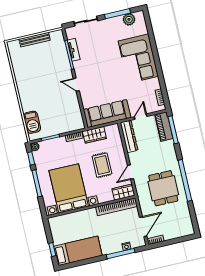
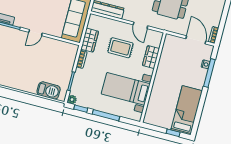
bed with nightstands: (69, 188) -> (126, 89), width x0.73
wardrobe: (123, 192) -> (151, 57), moved
bookcase: (116, 207) -> (165, 54), removed

